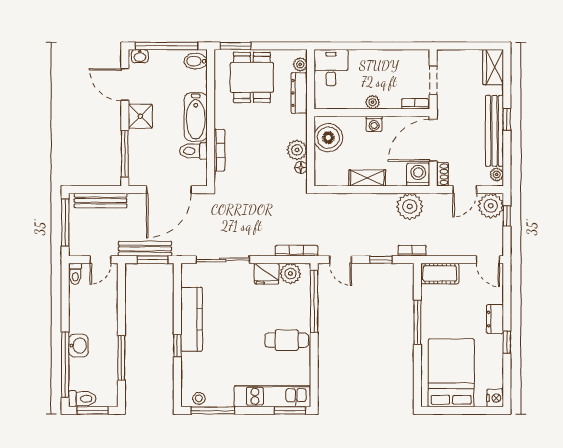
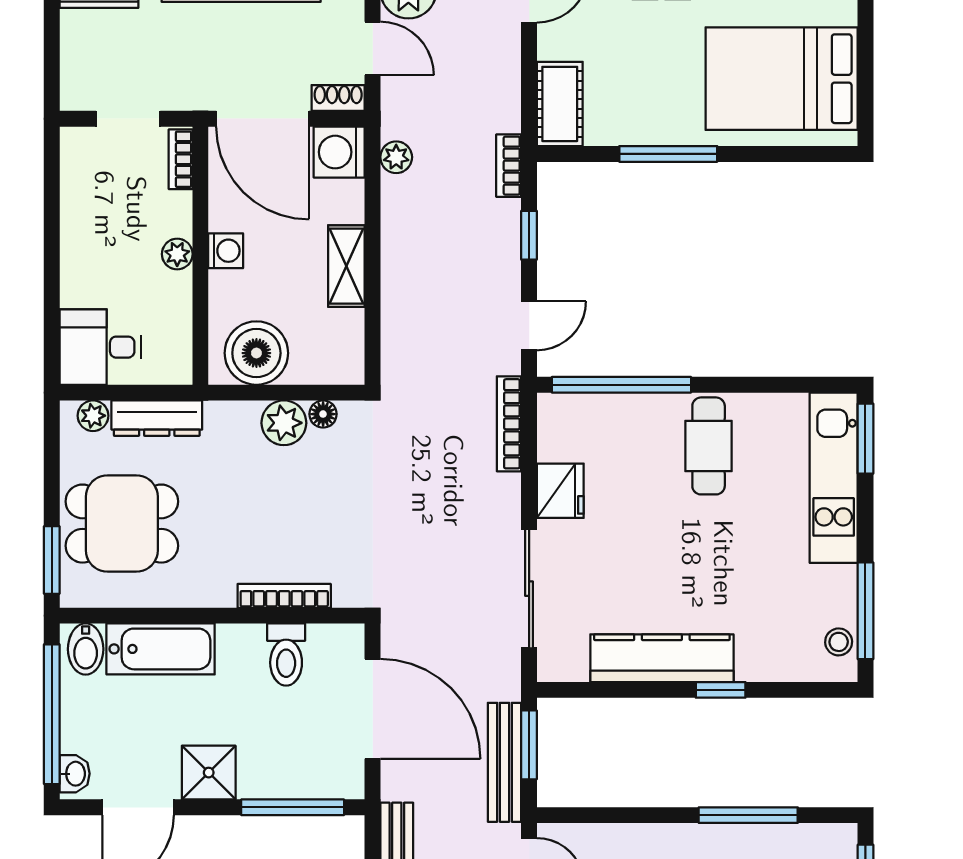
bathtub: (196, 117) -> (161, 649), moved
plant: (410, 206) -> (396, 157), width x0.53, depth x0.53
plant: (290, 274) -> (560, 437), removed

